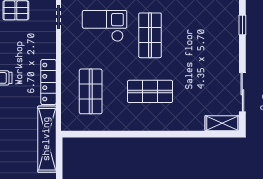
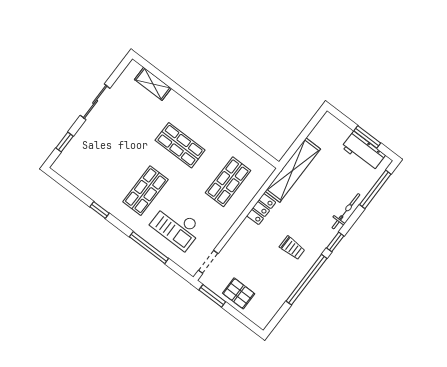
locker: (49, 82) -> (261, 209), width x0.66
sliding door: (242, 92) -> (95, 102), moved
shelving: (222, 123) -> (153, 84), moved

